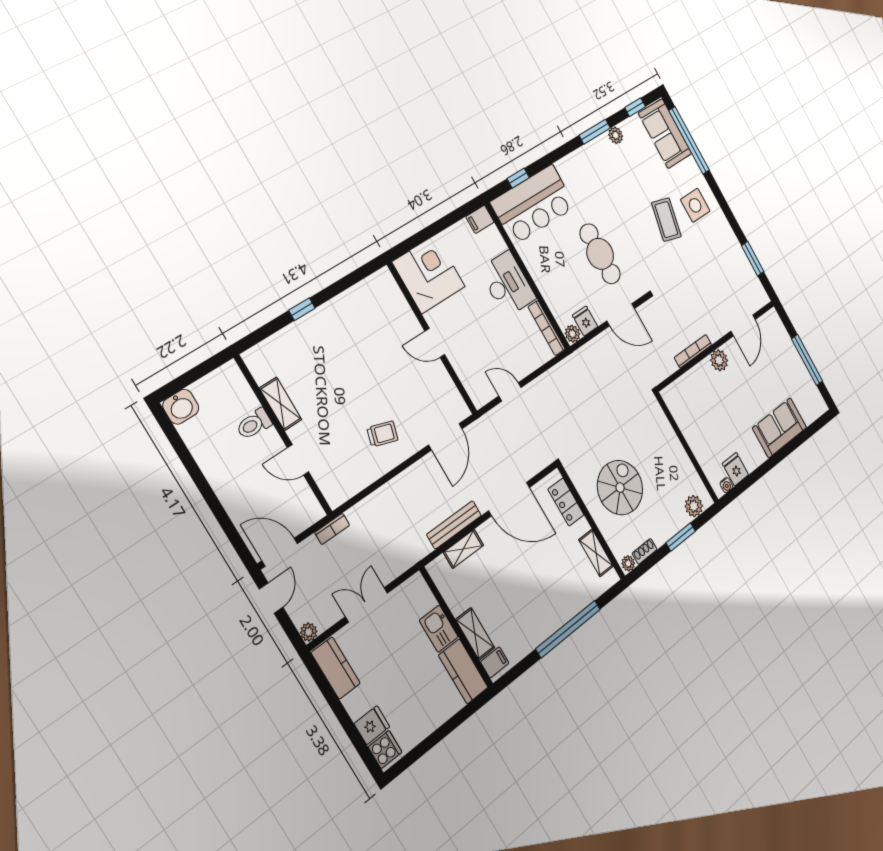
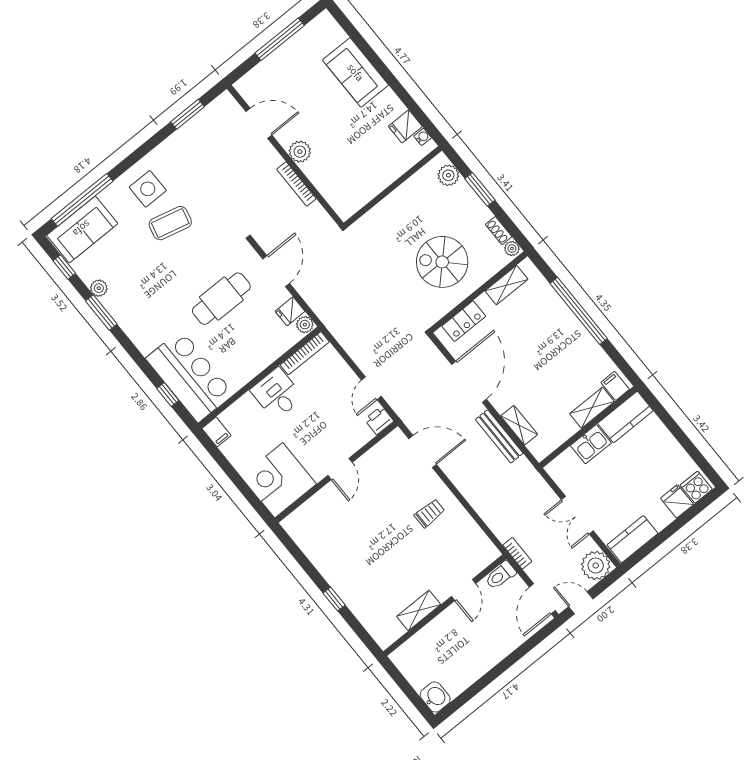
desk: (507, 284) -> (277, 394), width x0.73
printer: (479, 395) -> (379, 420), added
toilet: (254, 424) -> (500, 575), moved, turned 90
trolley: (382, 434) -> (429, 513), turned 73
plant: (309, 632) -> (596, 566), width x1.87, depth x1.87

